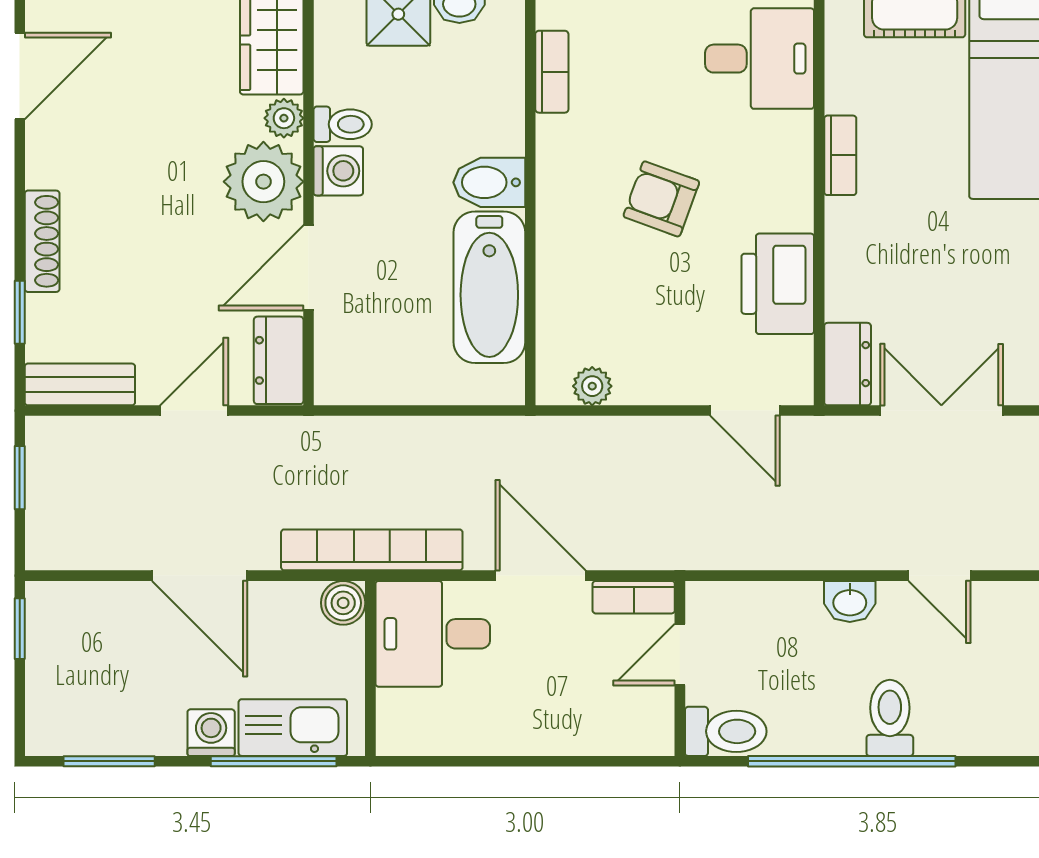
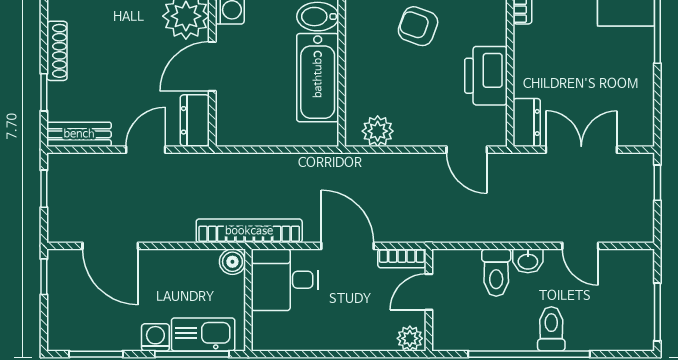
plant: (592, 386) -> (378, 131), width x1.38, depth x1.38
door: (200, 576) -> (110, 246), moved
toilet: (726, 731) -> (496, 273), moved, turned 90
plant: (647, 734) -> (410, 338), added

